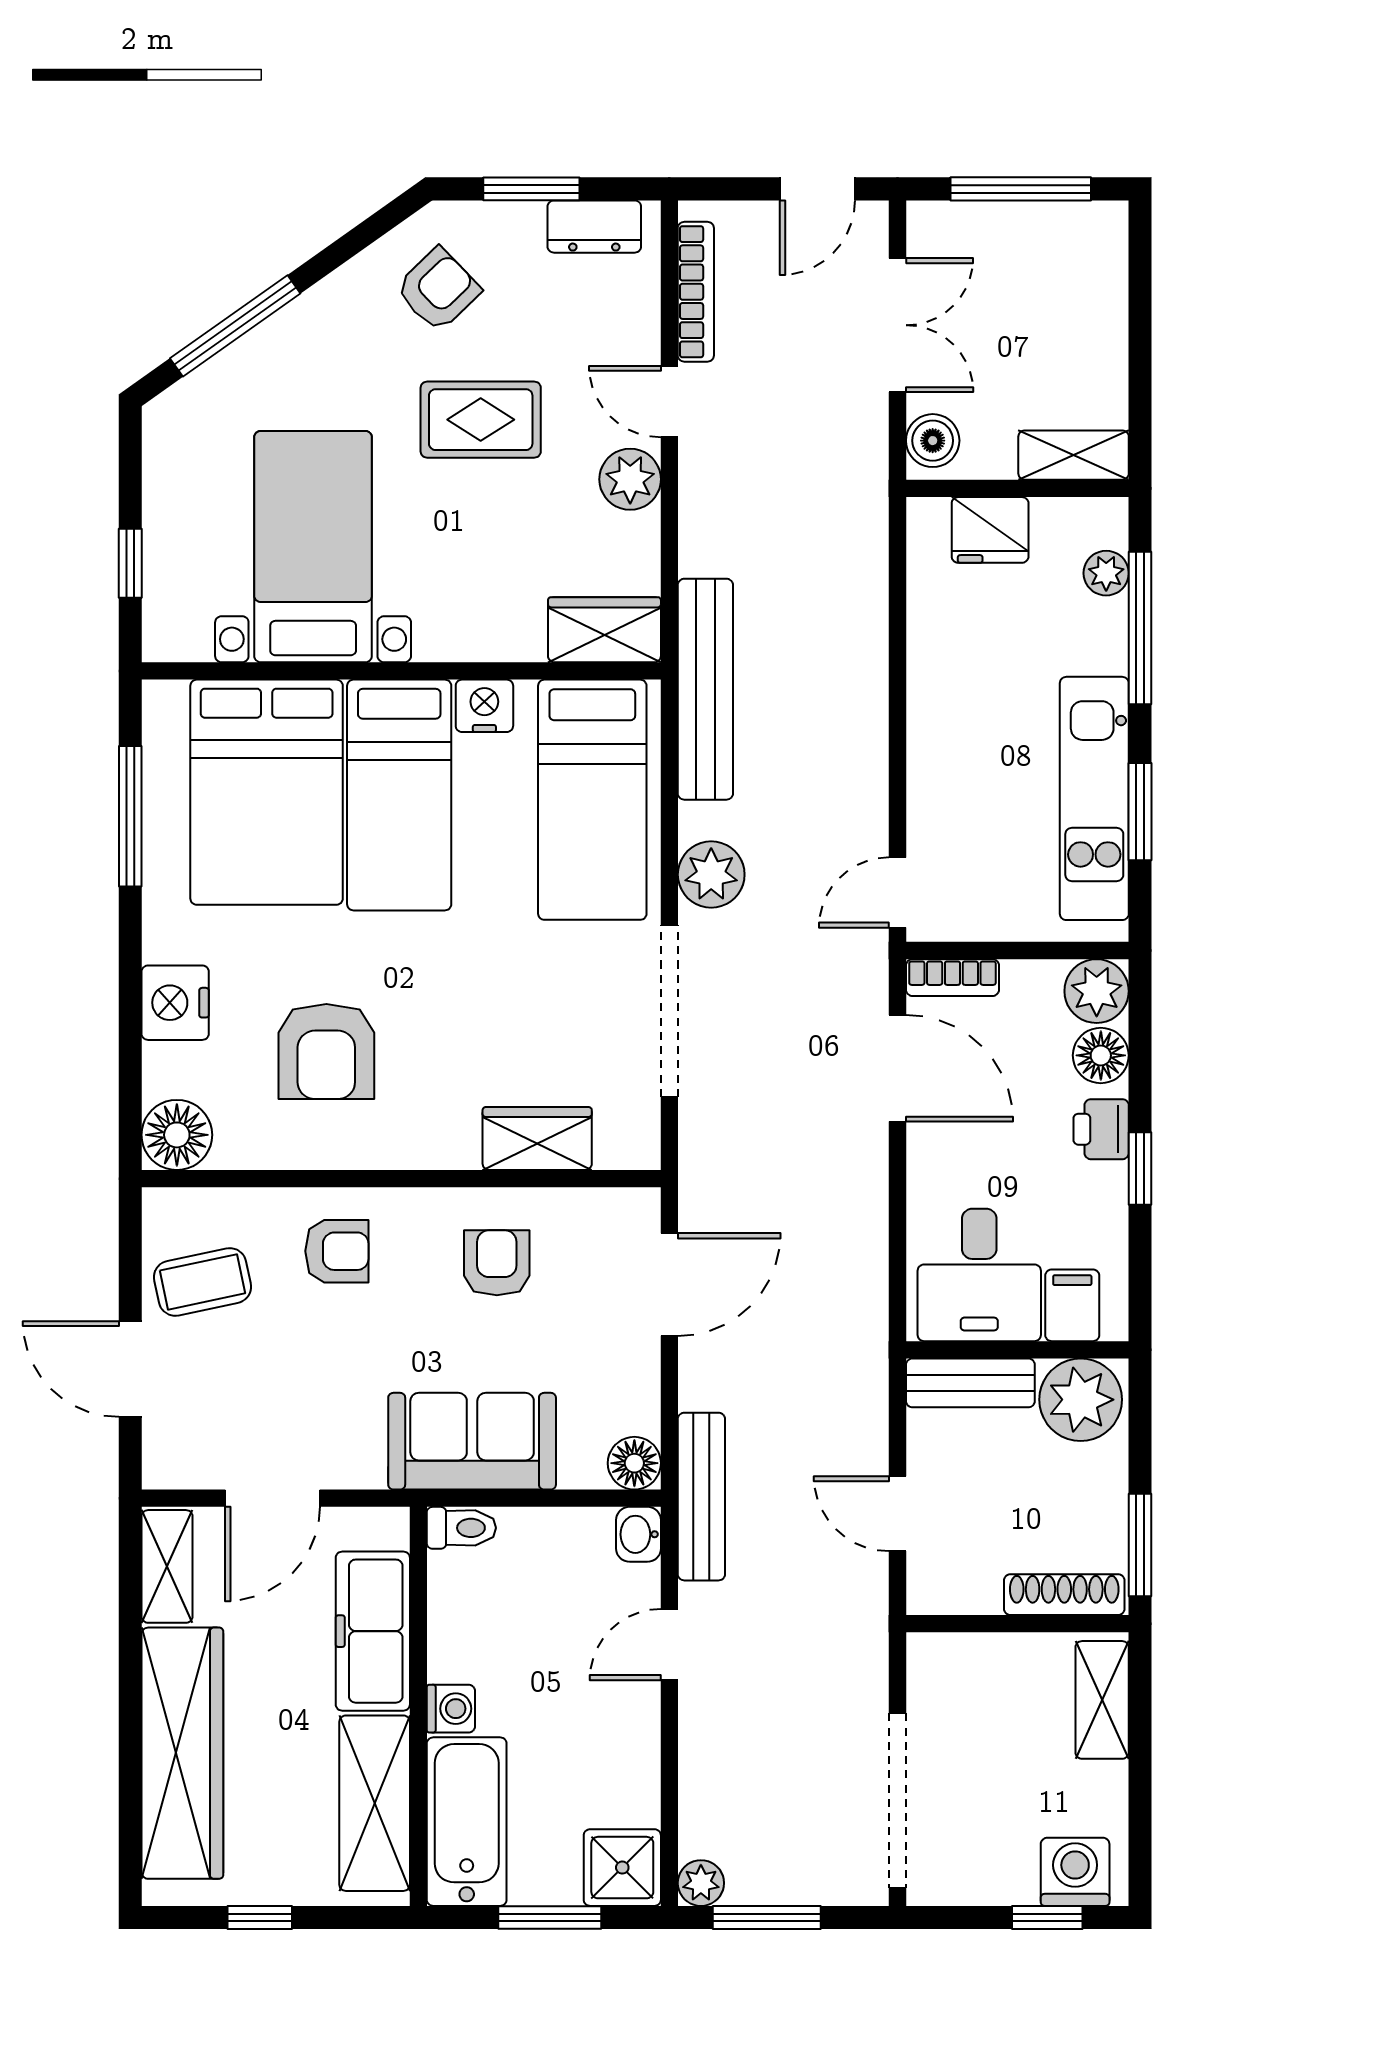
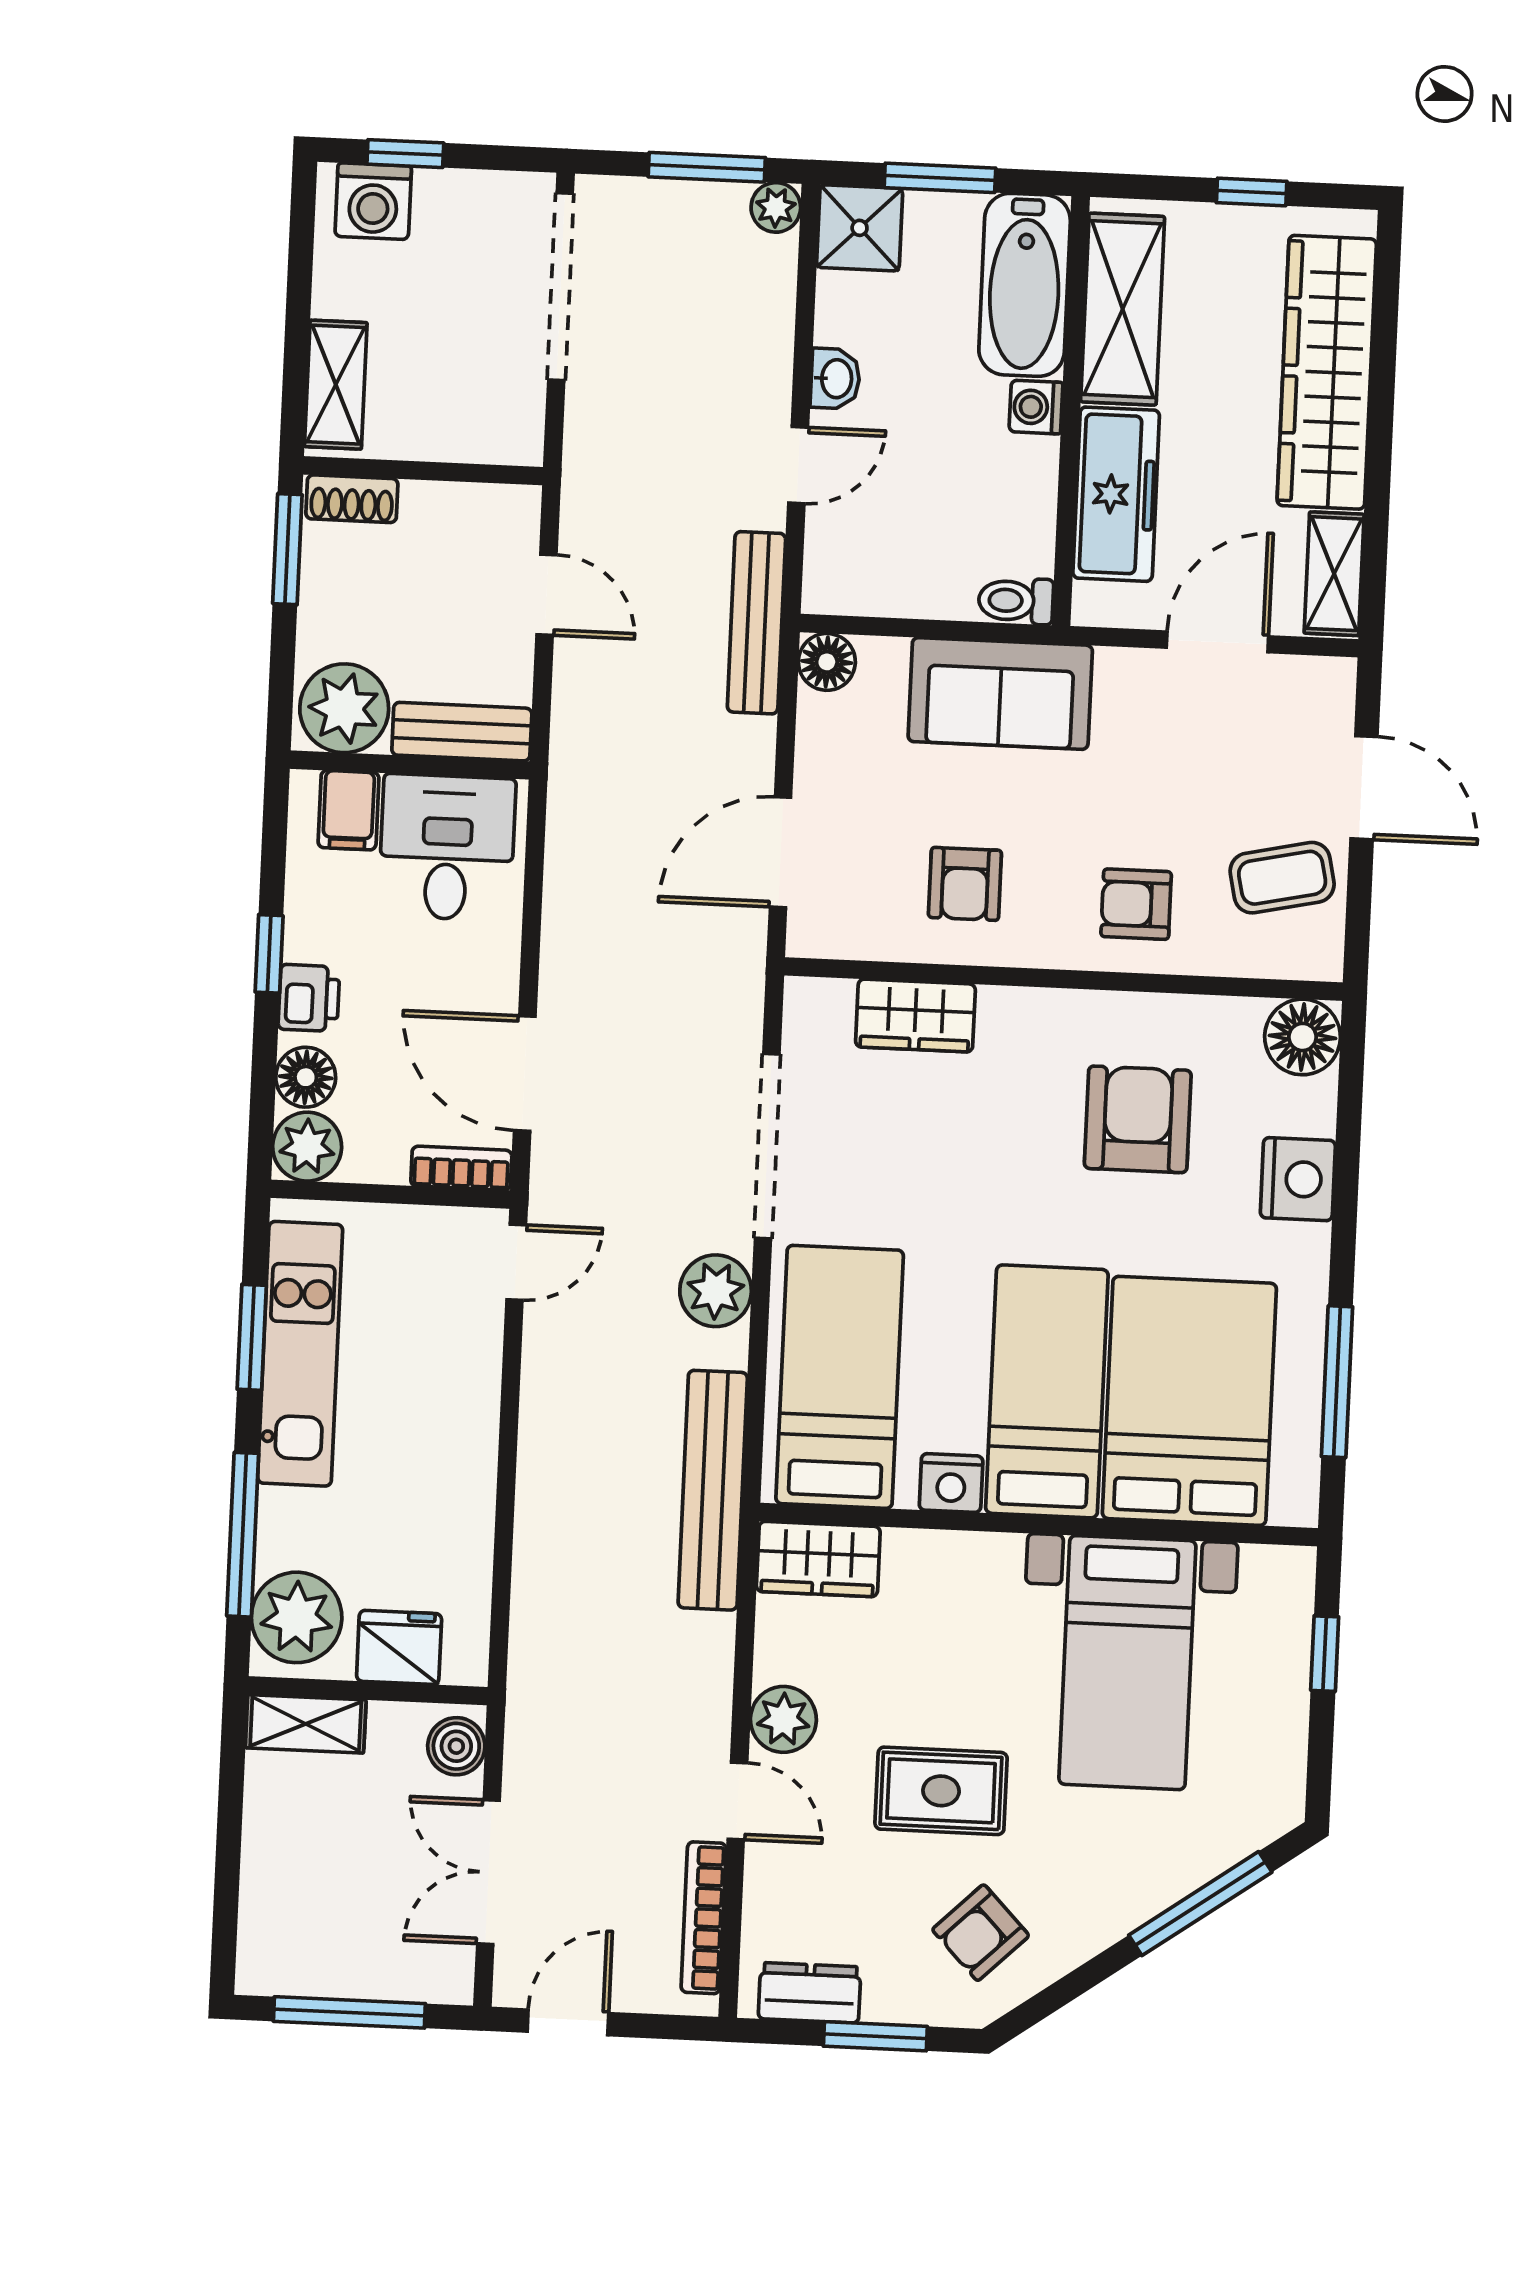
plant: (1106, 573) -> (297, 1617), width x1.88, depth x1.88
washbasin: (639, 1534) -> (835, 379), moved
shoe rack: (1064, 1595) -> (352, 499), width x0.70

